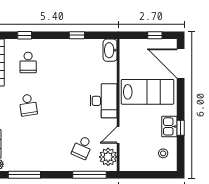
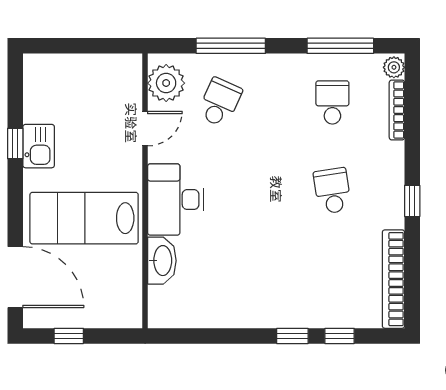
window: (77, 35) -> (292, 336), moved
washbasin: (110, 50) -> (162, 261), moved
school desk: (28, 62) -> (332, 102), moved
stool: (163, 153) -> (52, 90), removed
window: (89, 175) -> (231, 46), moved

